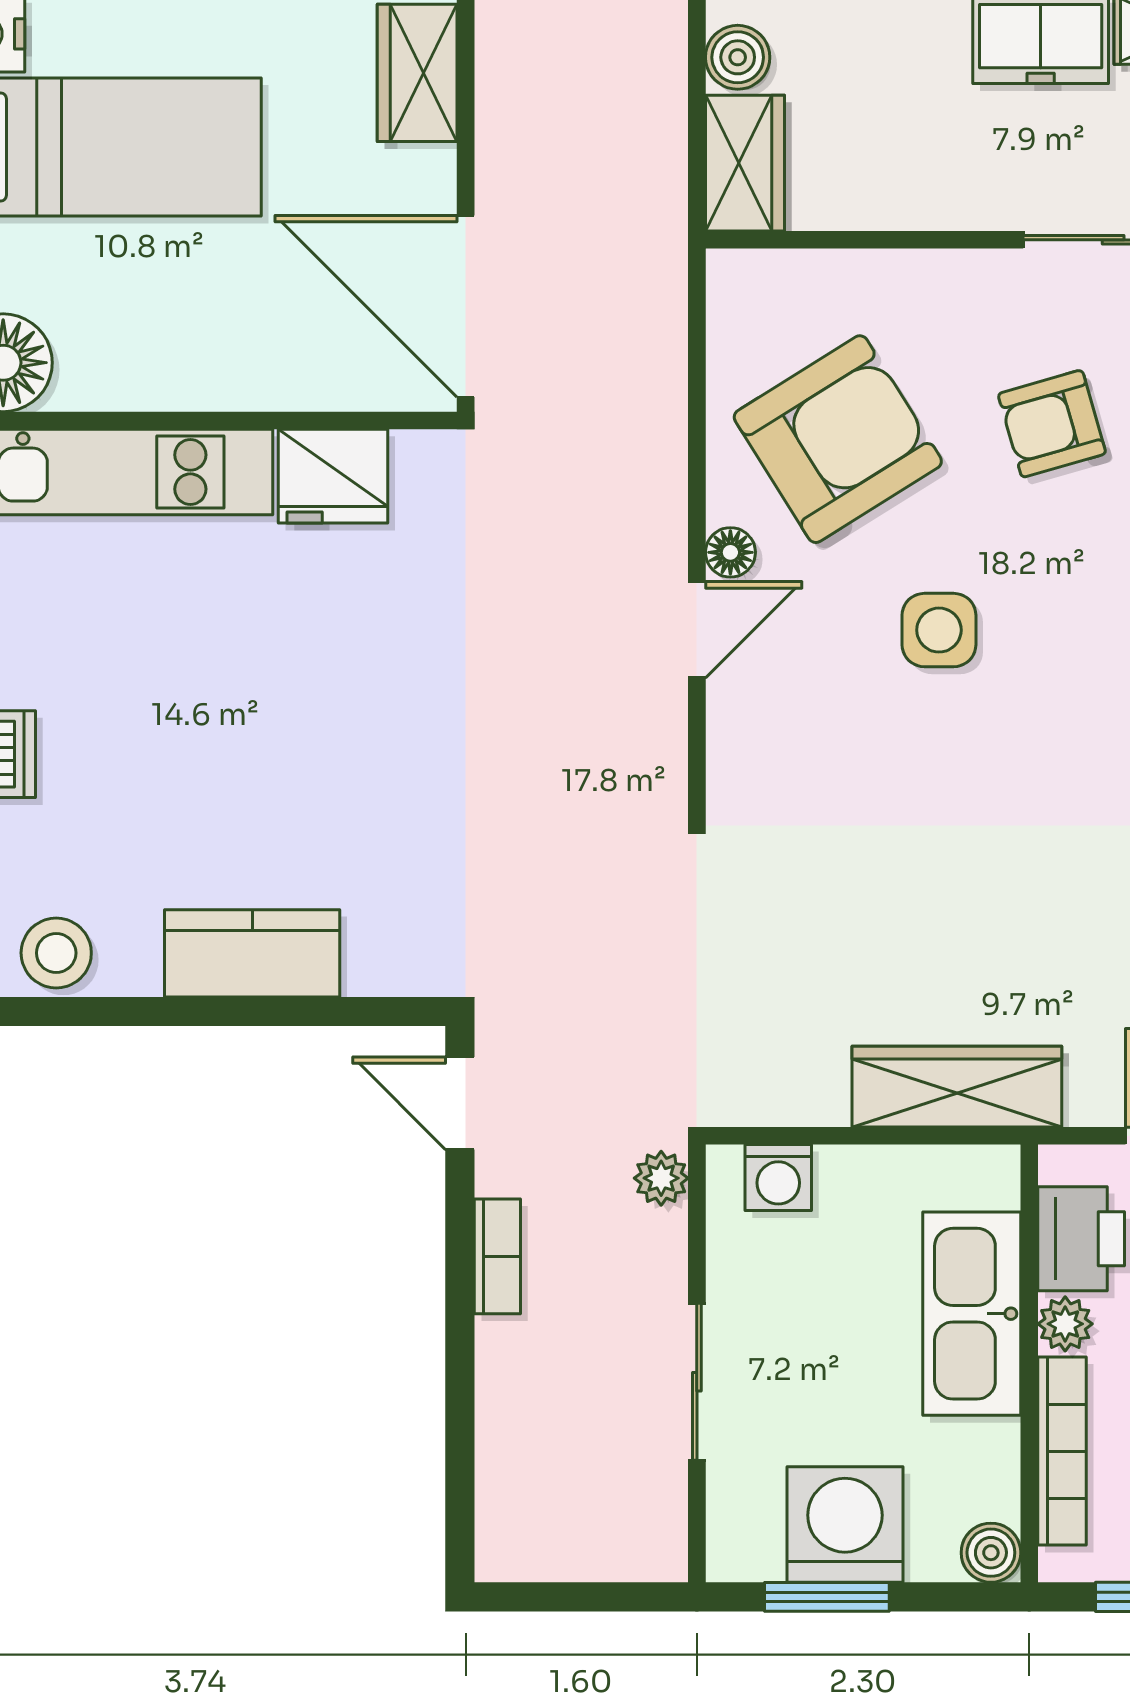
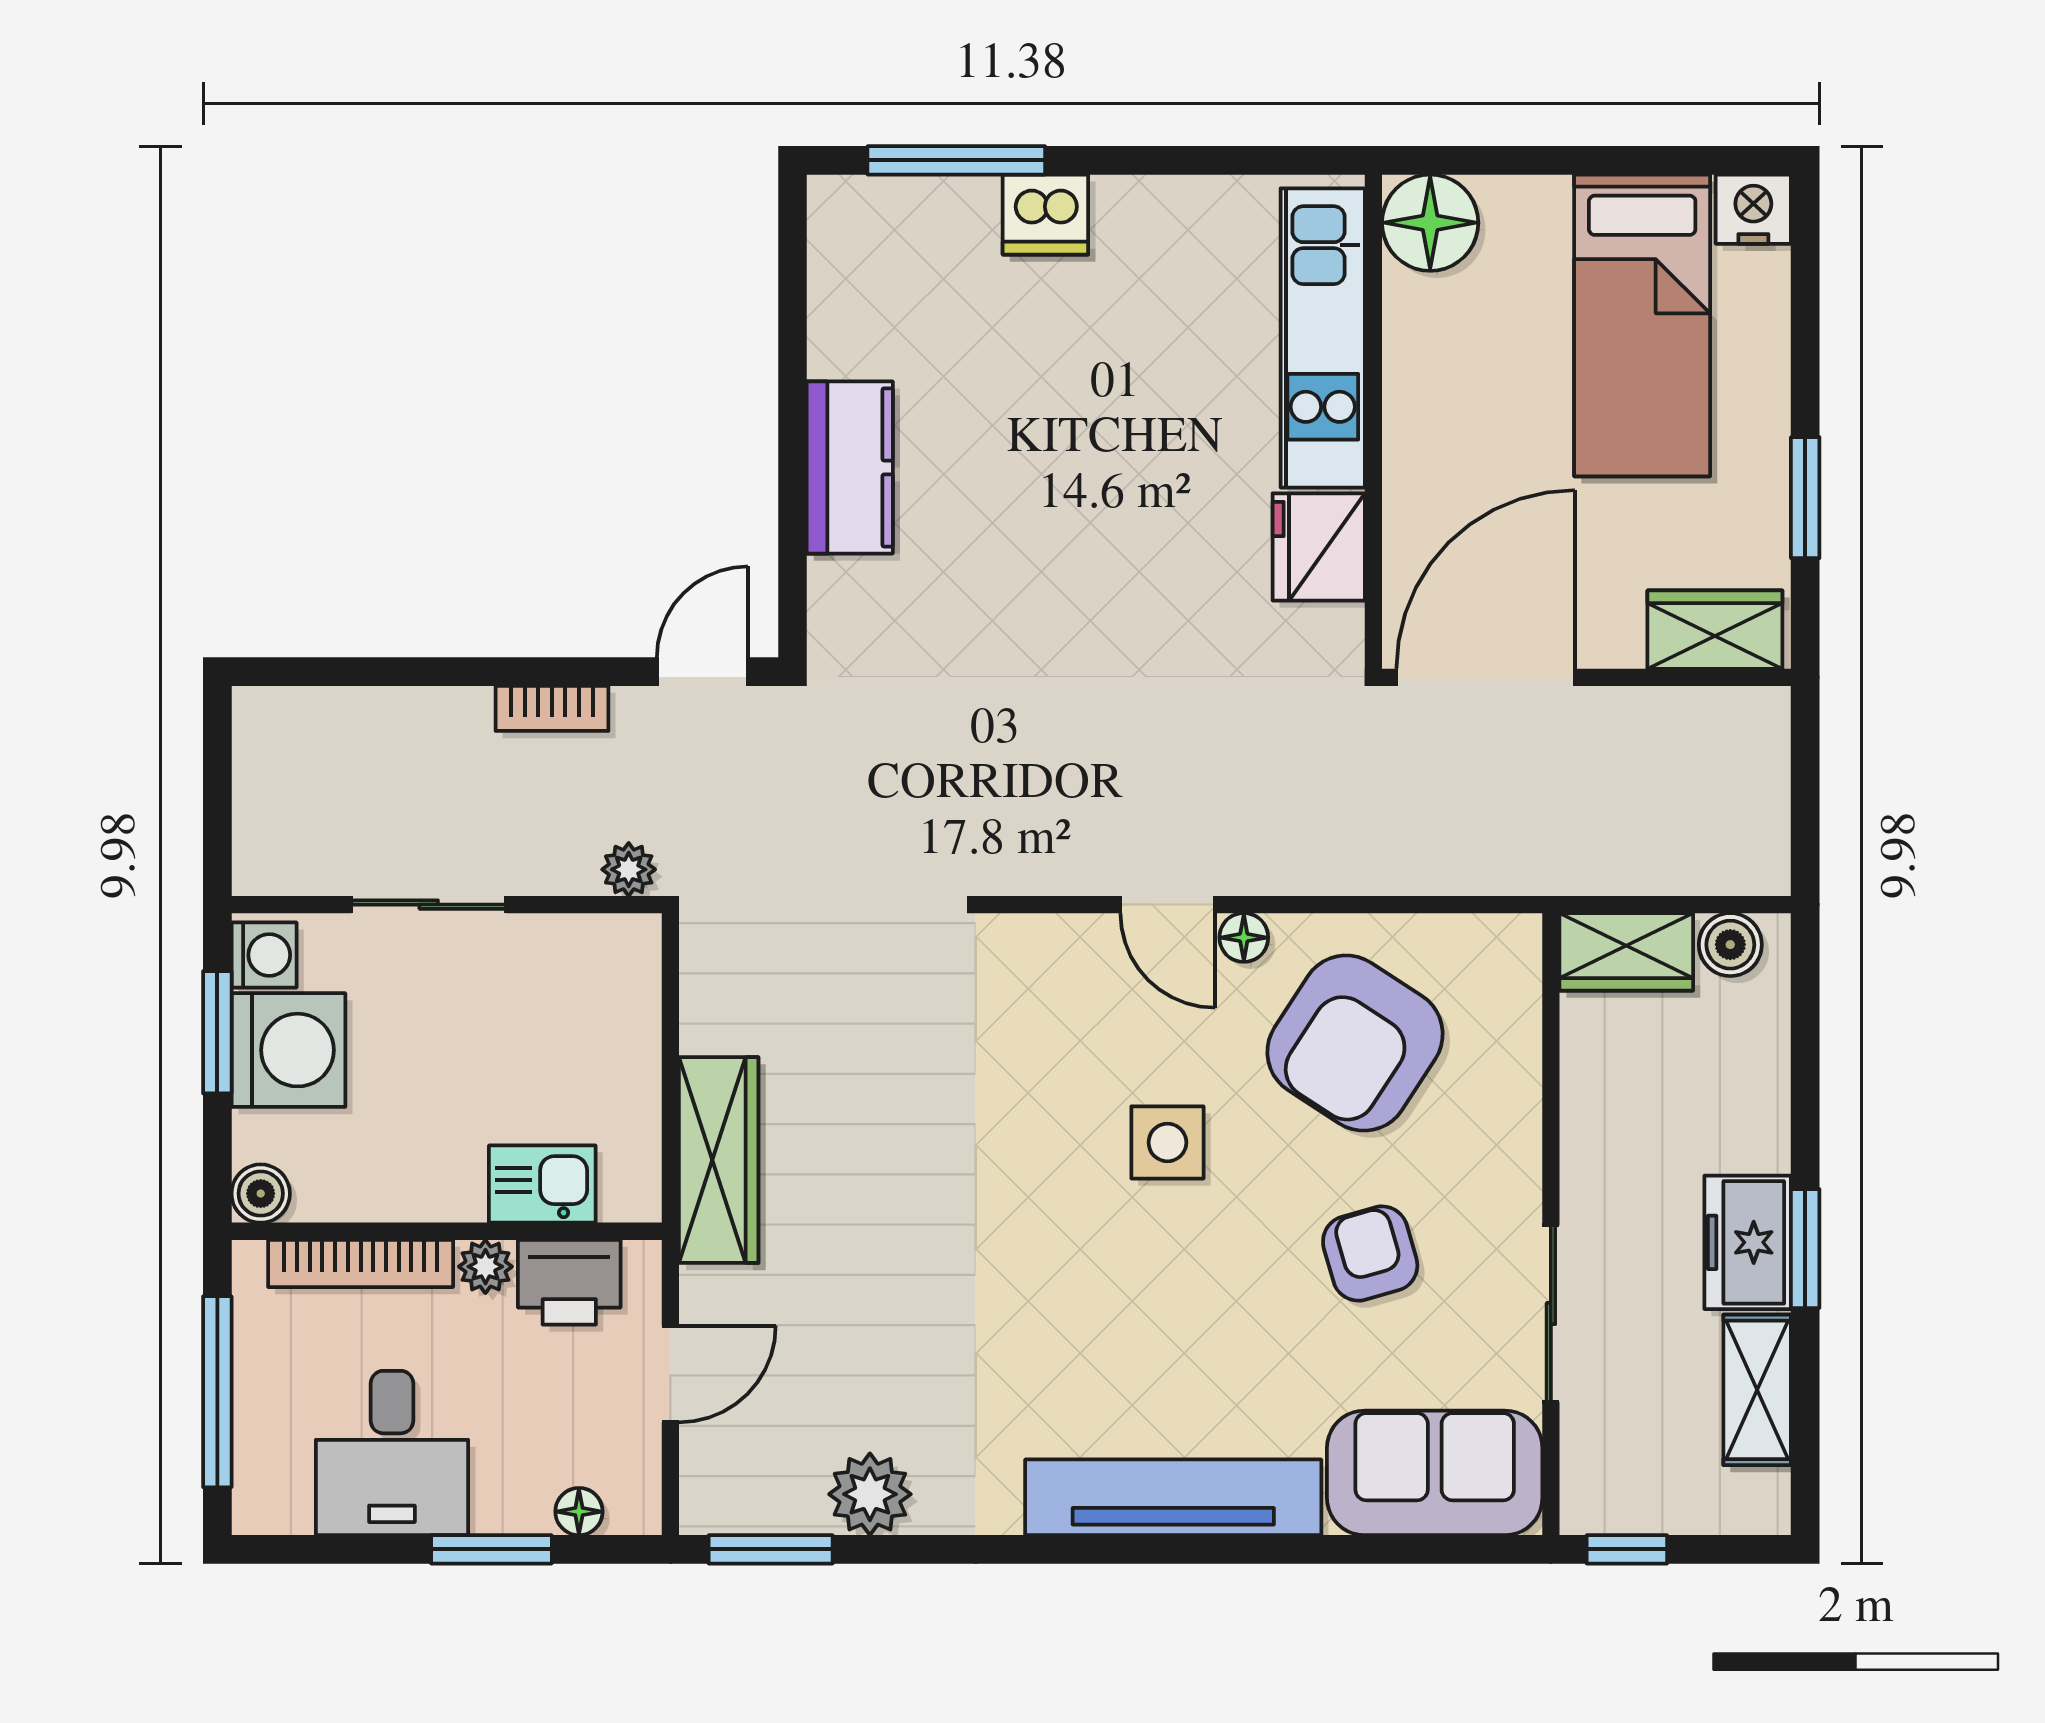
armchair: (838, 439) -> (1355, 1043), turned 65
stool: (56, 953) -> (850, 275), removed
washing machine: (778, 1178) -> (264, 955), moved, turned 180
kitchen sink: (972, 1314) -> (542, 1184), width x0.53, depth x0.81

